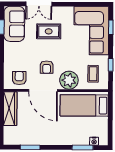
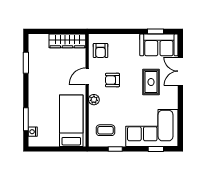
armchair: (19, 78) -> (100, 50), turned 90
plant: (69, 80) -> (94, 100), width x0.53, depth x0.53
door: (43, 91) -> (87, 76), width x0.53

